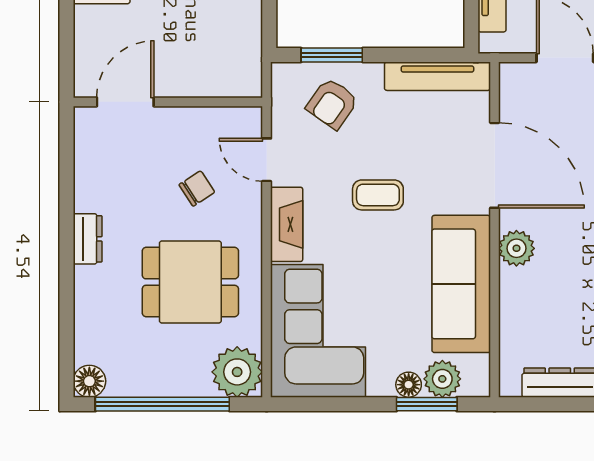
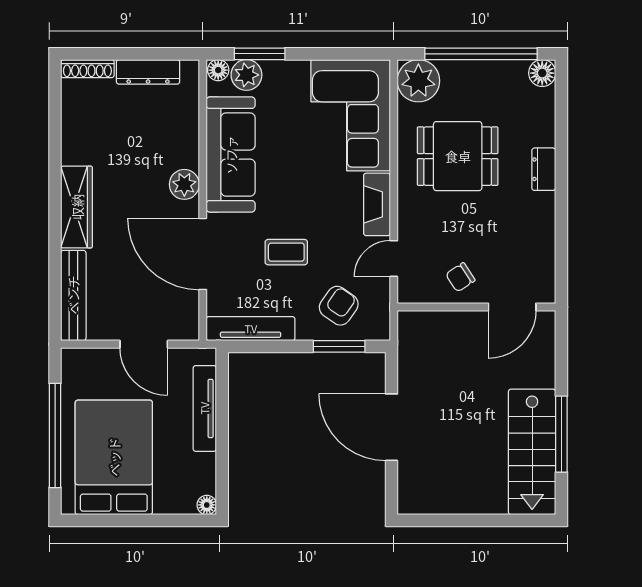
door: (267, 160) -> (394, 259), swing flipped
chair: (197, 188) -> (460, 277), moved
coffee table: (378, 195) -> (286, 252), moved
dresser: (88, 239) -> (544, 169), moved
floor lamp: (409, 385) -> (218, 70), moved

